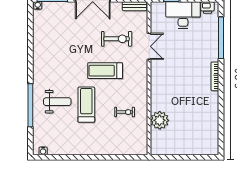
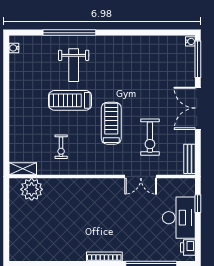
treadmill: (86, 105) -> (70, 100), turned 180
plant: (160, 120) -> (32, 189), moved
shelving: (143, 144) -> (23, 169), added

